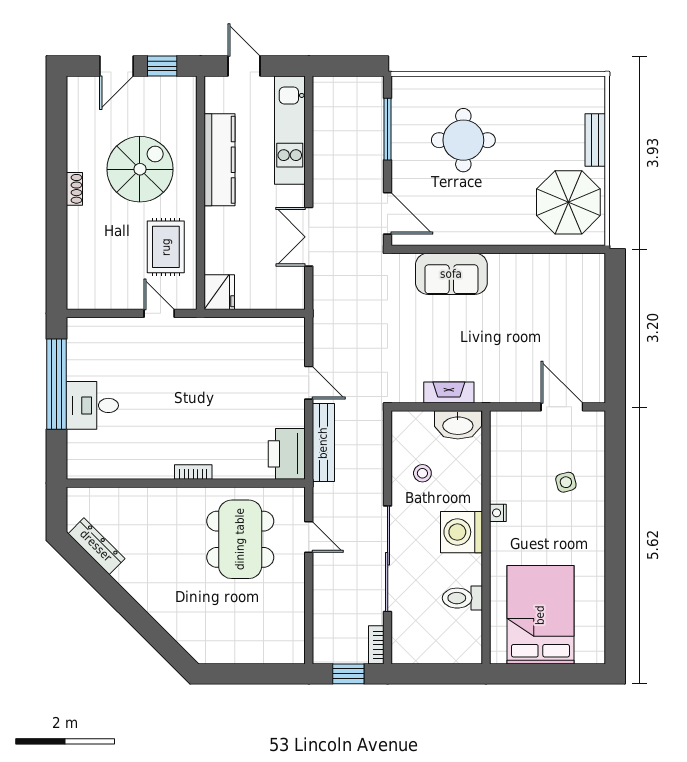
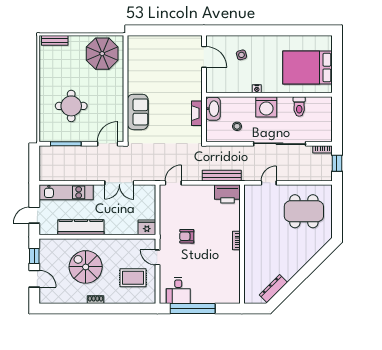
bench: (595, 140) -> (55, 40), moved
rug: (166, 247) -> (133, 278), moved
door: (159, 313) -> (157, 257), hinge flipped
armchair: (202, 372) -> (187, 236), added
door: (309, 383) -> (173, 183), moved
desk: (92, 405) -> (178, 291), moved
door: (562, 407) -> (204, 57), swing flipped
dining table: (240, 539) -> (304, 211), moved

